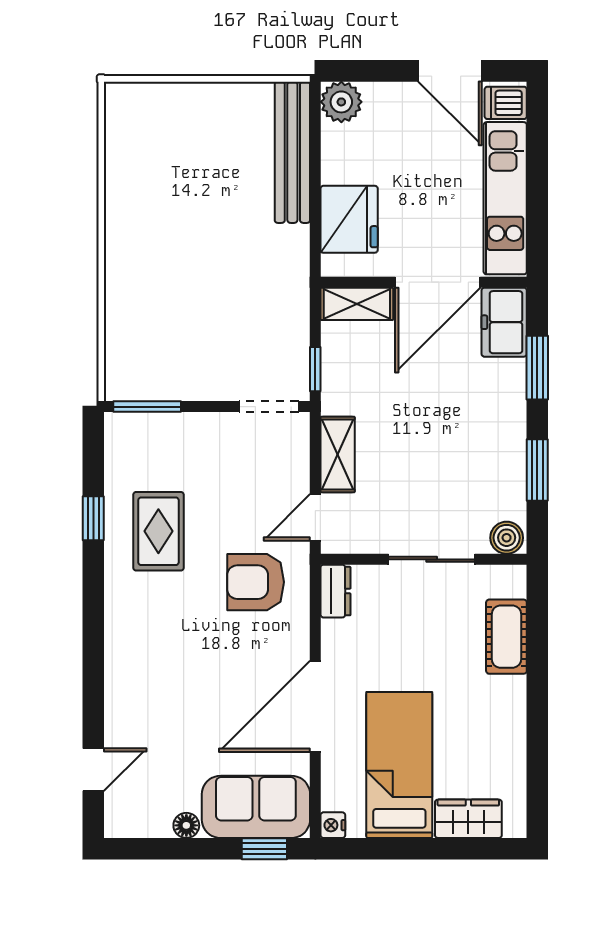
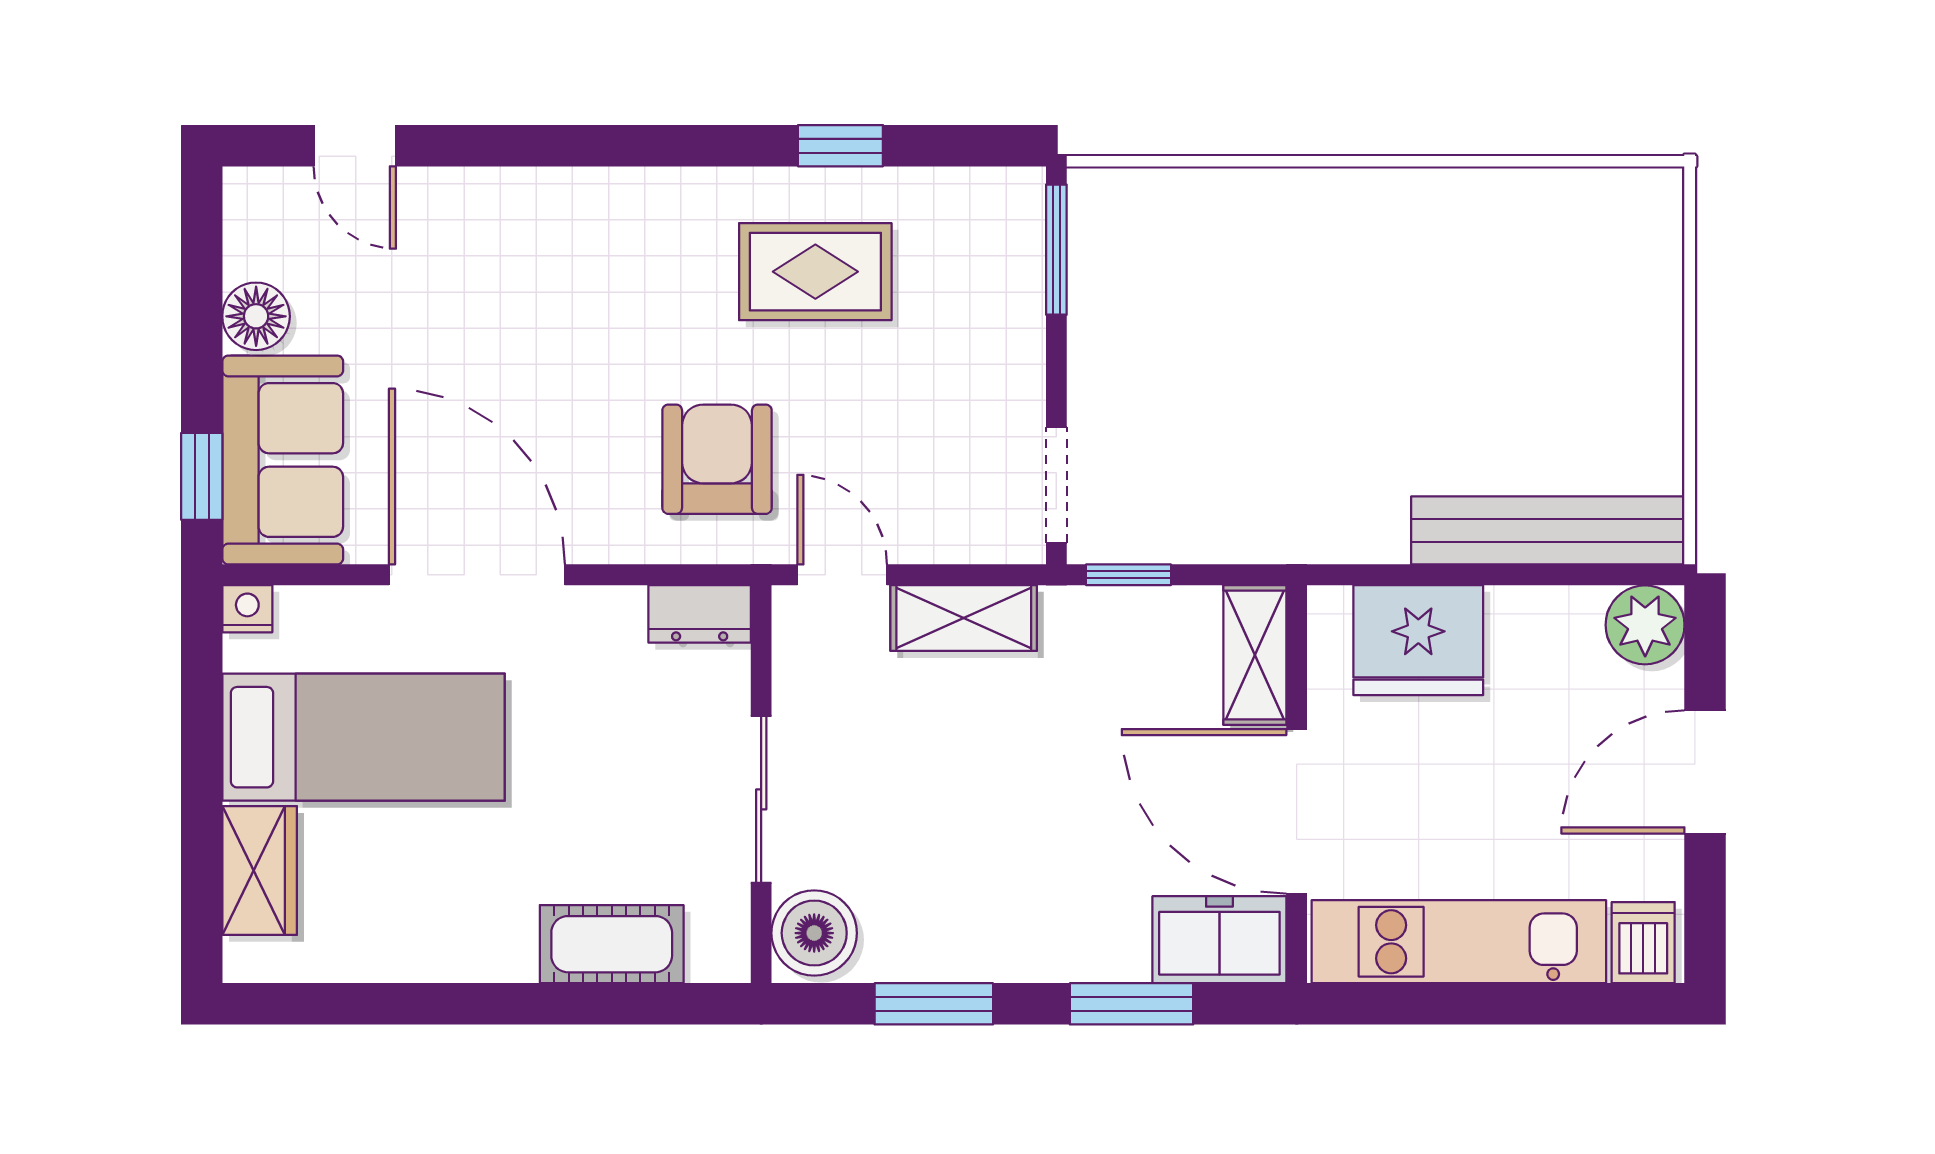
door: (450, 71) -> (1705, 772), moved
boiler: (507, 538) -> (814, 933), width x1.36, depth x1.36
floor lamp: (186, 825) -> (256, 316), width x1.37, depth x1.37

